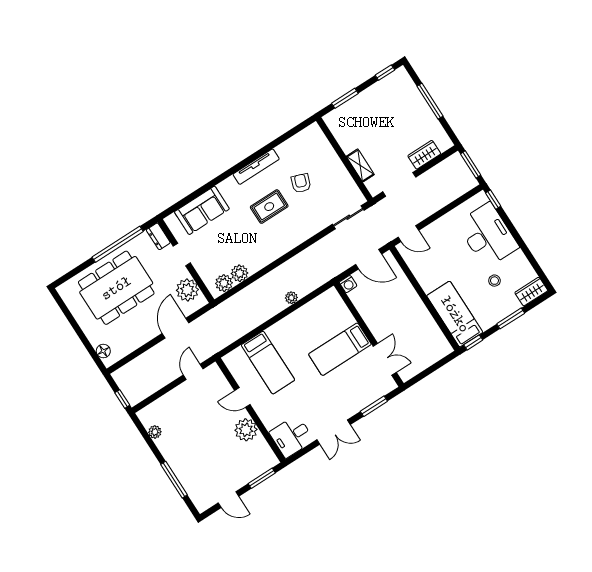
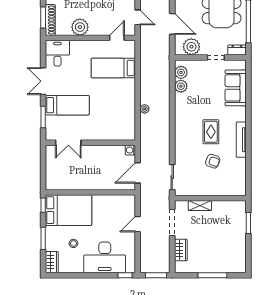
window: (385, 73) -> (248, 259), removed
door: (408, 234) -> (138, 224), moved
bed: (455, 314) -> (68, 210), width x1.50
bed: (340, 349) -> (67, 105), moved, turned 90
door: (242, 398) -> (117, 38), moved
shoe rack: (259, 468) -> (50, 20), added

